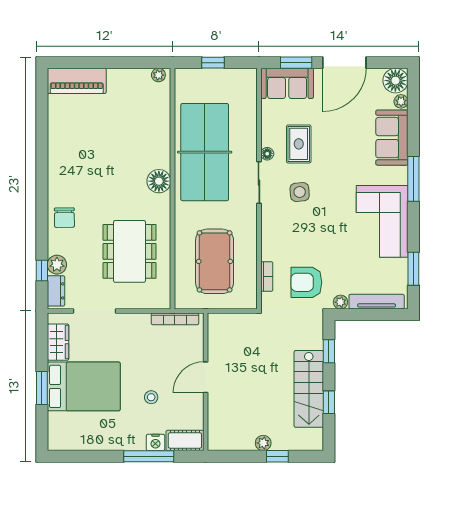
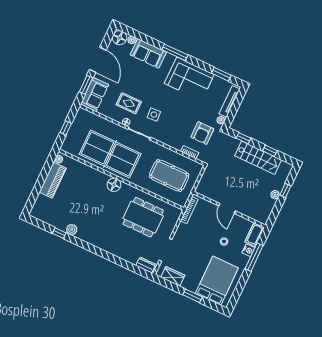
piano: (77, 81) -> (53, 180), moved
chair: (64, 218) -> (110, 243), removed
plant: (57, 265) -> (72, 229), moved
window: (42, 271) -> (59, 233), moved
bed: (84, 386) -> (217, 281), moved

